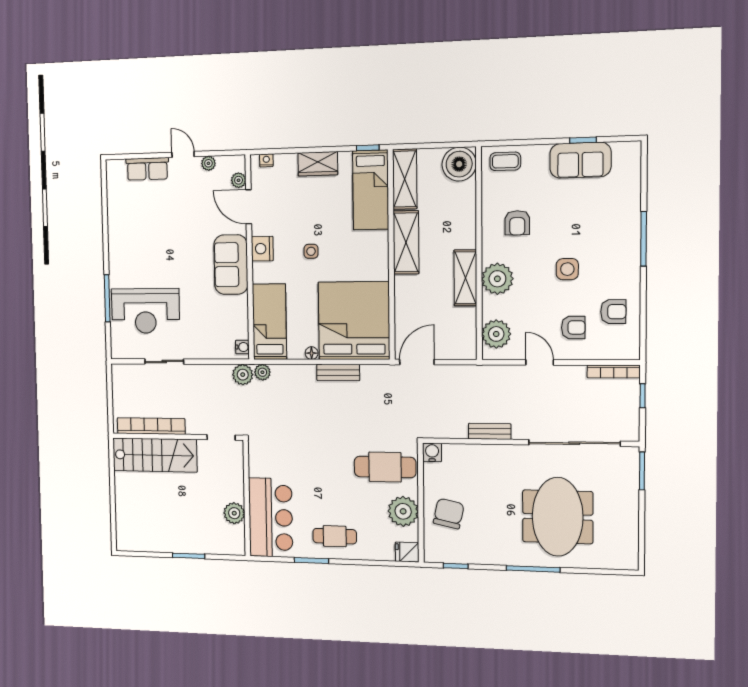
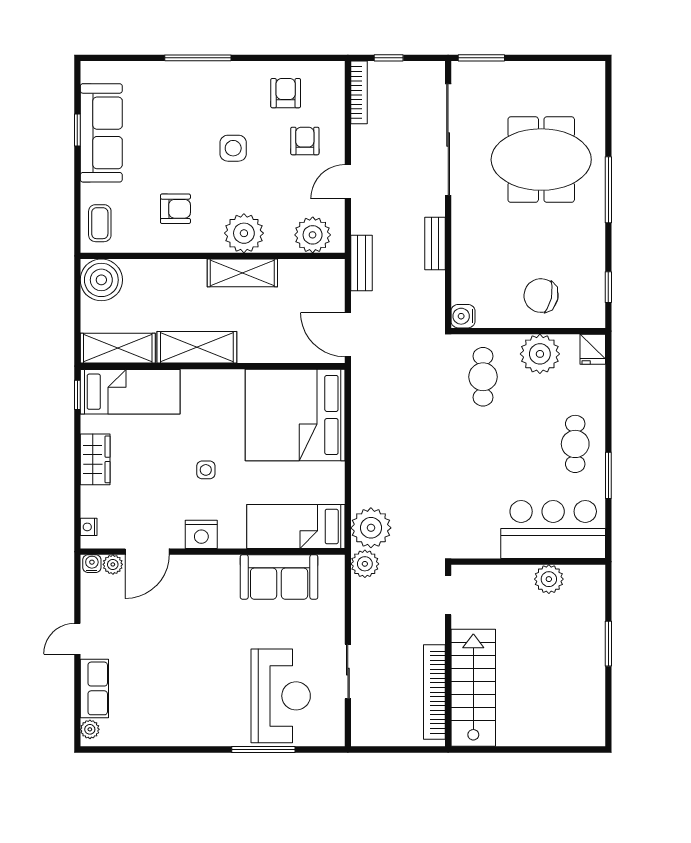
sofa: (580, 160) -> (101, 133), width x1.36
plant: (208, 163) -> (90, 729), moved
sofa: (231, 265) -> (279, 577), moved
water cooler: (242, 347) -> (92, 564), moved
floor lamp: (312, 353) -> (337, 471), removed
plant: (262, 372) -> (371, 528), width x1.88, depth x1.88
bench: (338, 372) -> (362, 263), moved
cafe table: (385, 467) -> (483, 377), width x0.73, depth x0.74

